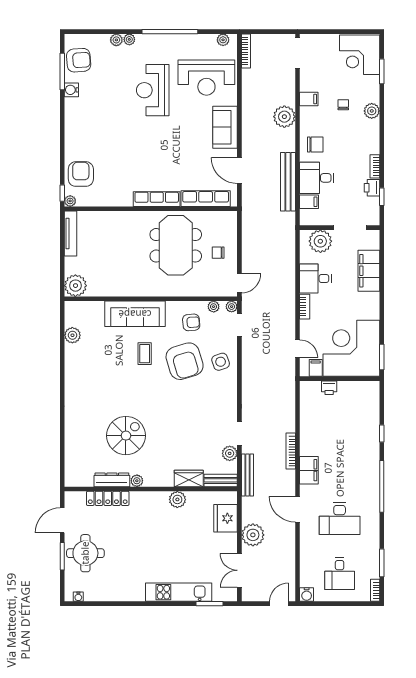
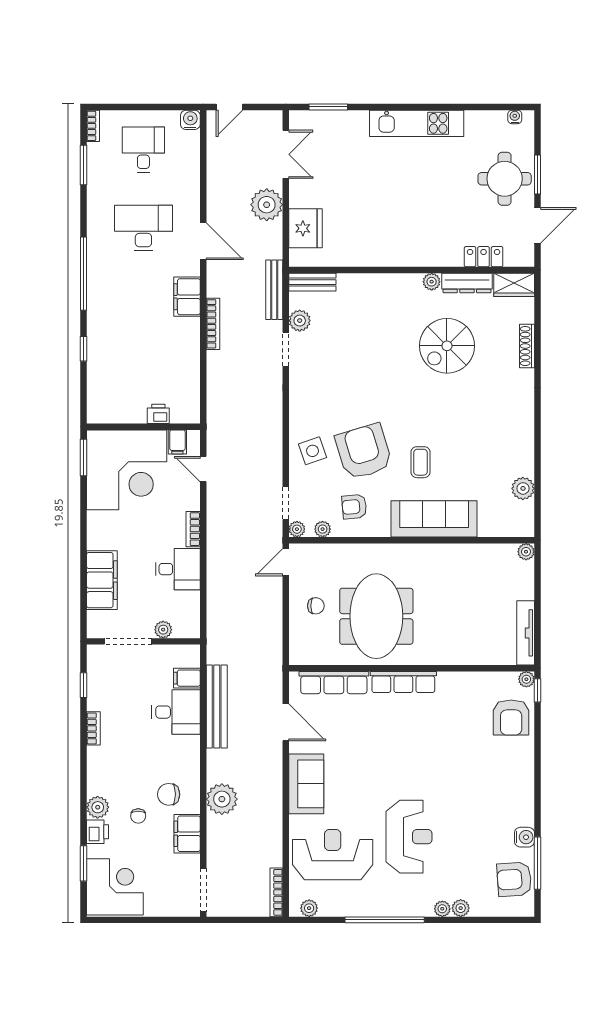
filing cabinet: (309, 99) -> (187, 834), width x2.00
chair: (315, 144) -> (169, 794), moved
printer: (372, 188) -> (97, 832), moved
plant: (320, 241) -> (163, 630), width x0.53, depth x0.53
plant: (75, 286) -> (526, 552), width x0.53, depth x0.53
shoe rack: (70, 435) -> (527, 346), added
wardrobe: (189, 479) -> (514, 285), moved
locker: (108, 498) -> (484, 257), width x0.66
plant: (177, 499) -> (374, 255), removed
kitchen unit: (179, 592) -> (417, 123), moved

